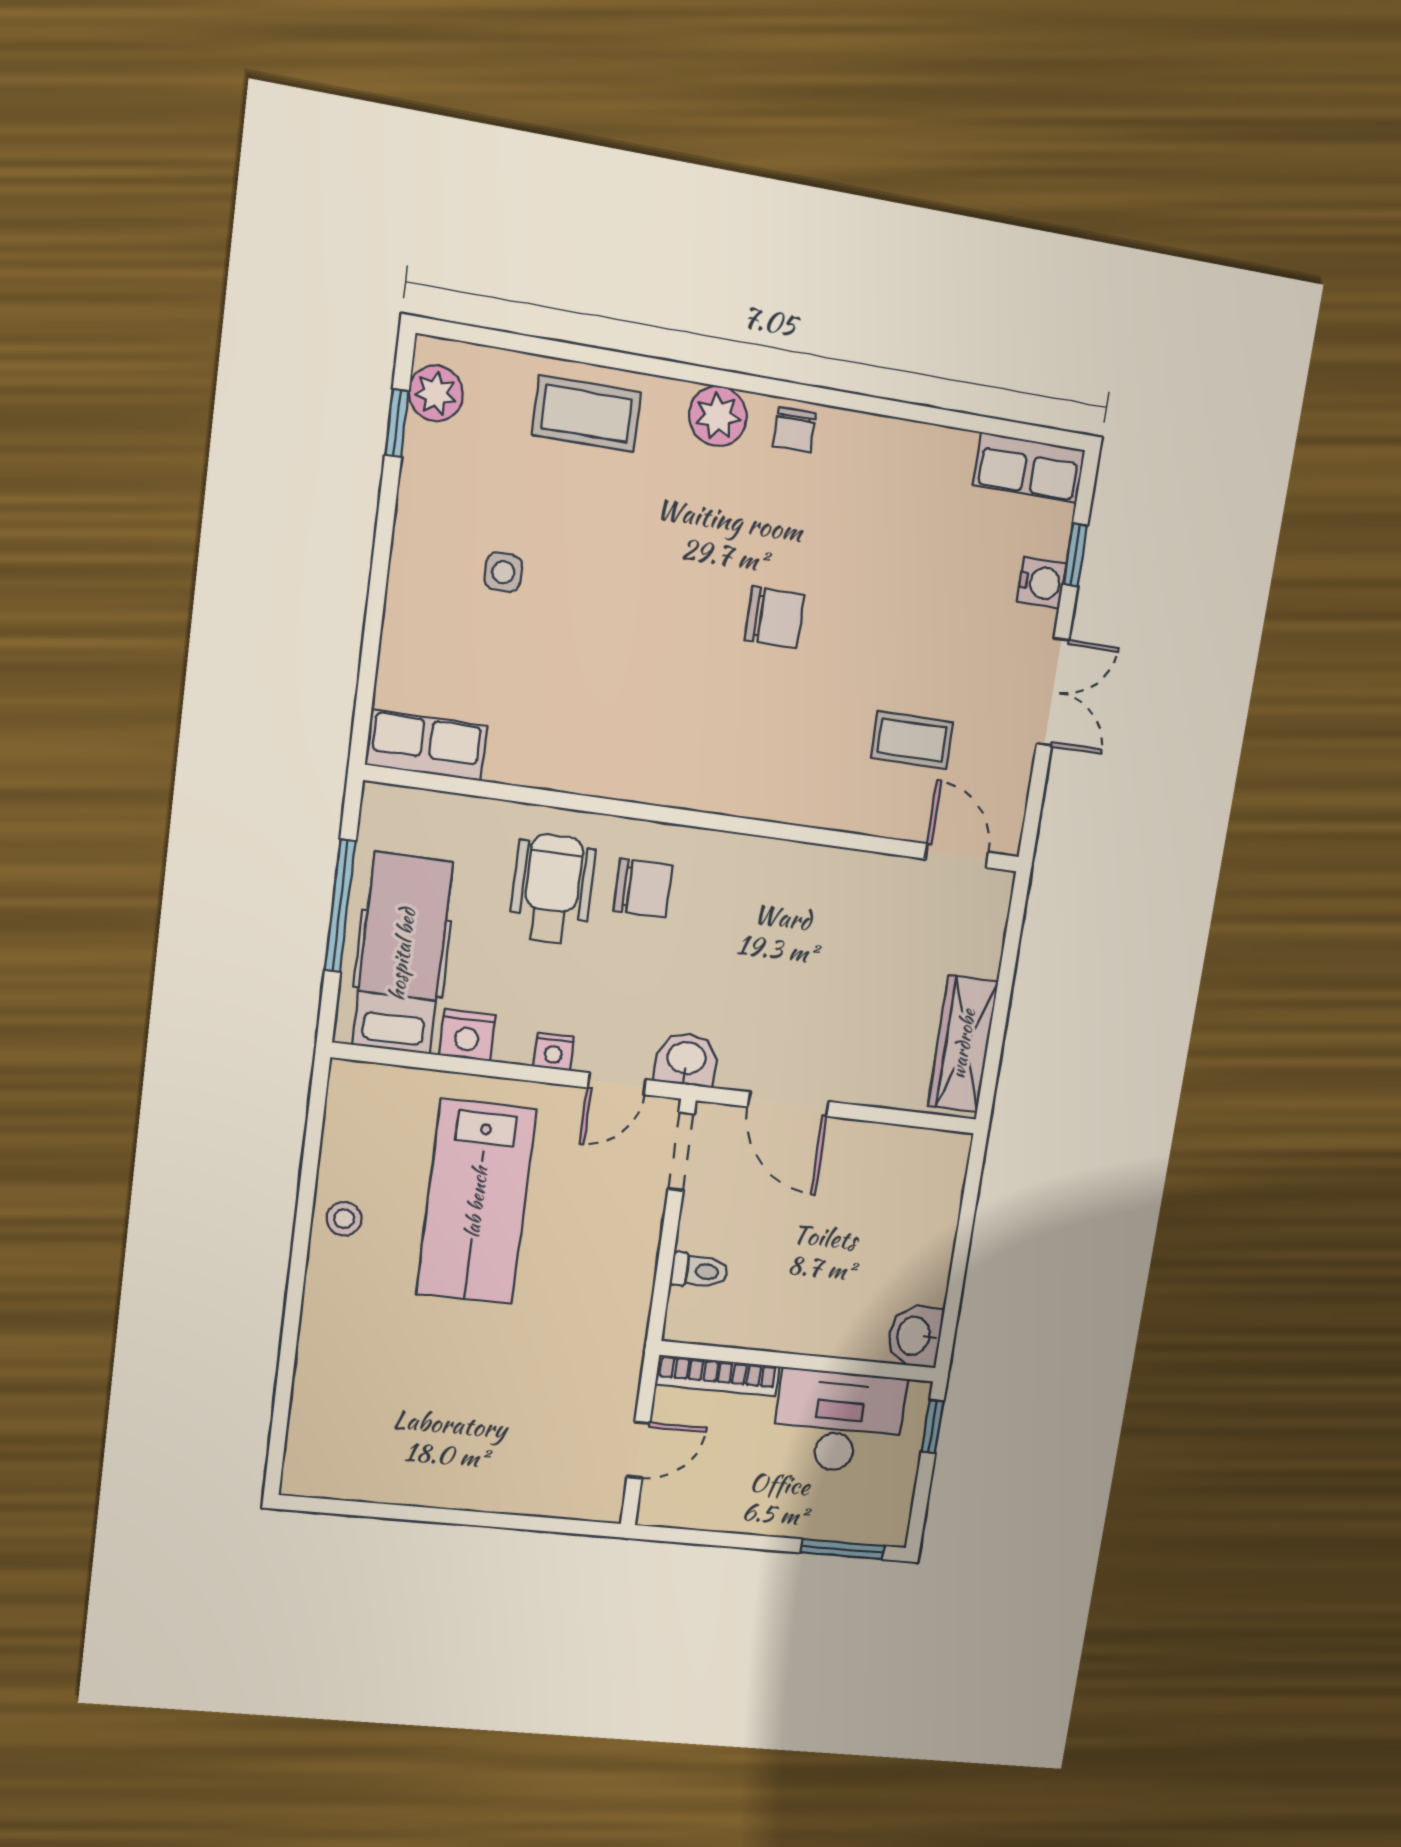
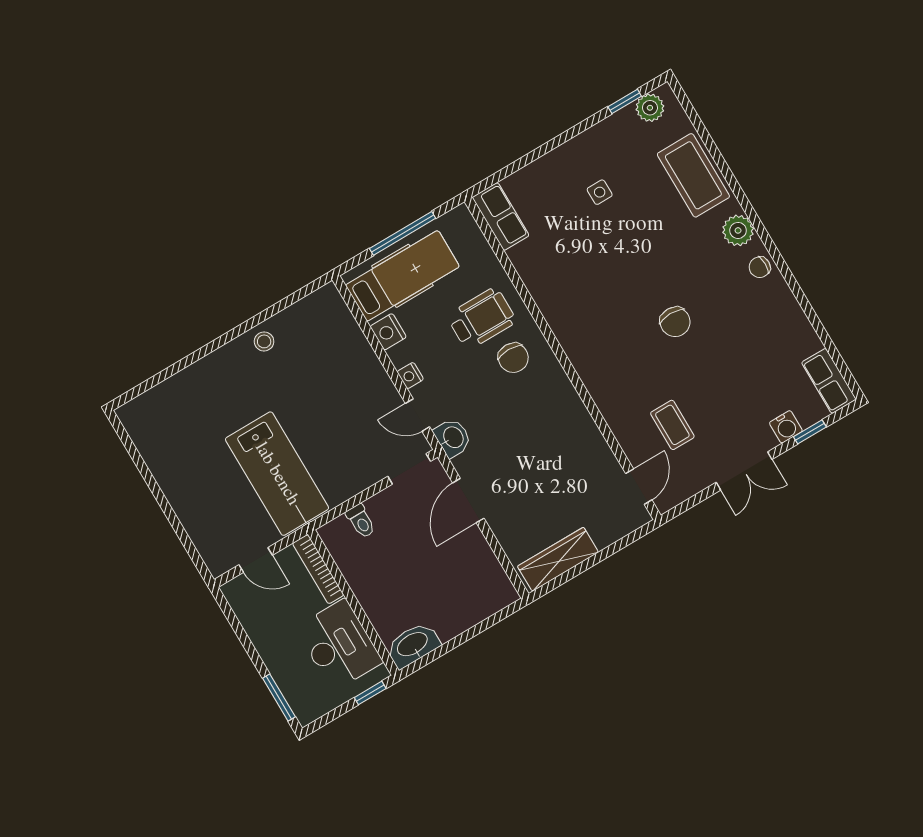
coffee table: (587, 414) -> (693, 175), width x1.36, depth x1.32
lab bench: (476, 1202) -> (277, 474), moved, turned -90
washbasin: (915, 1336) -> (413, 645), width x1.38

